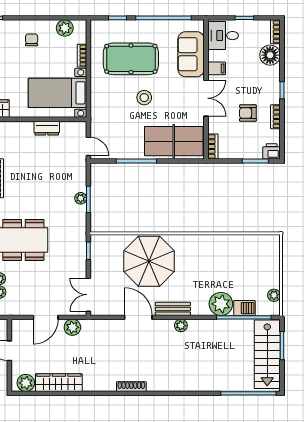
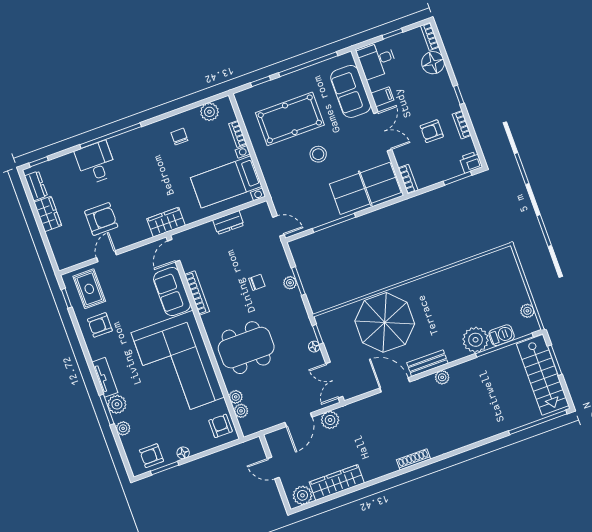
chair: (53, 188) -> (257, 282), added
floor lamp: (82, 260) -> (314, 347), added

